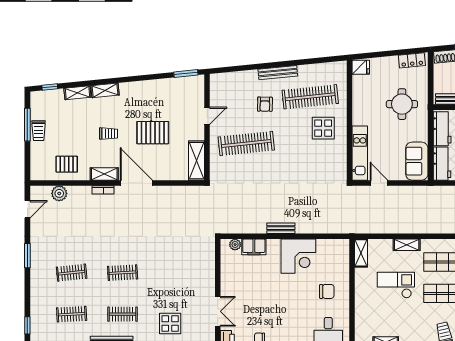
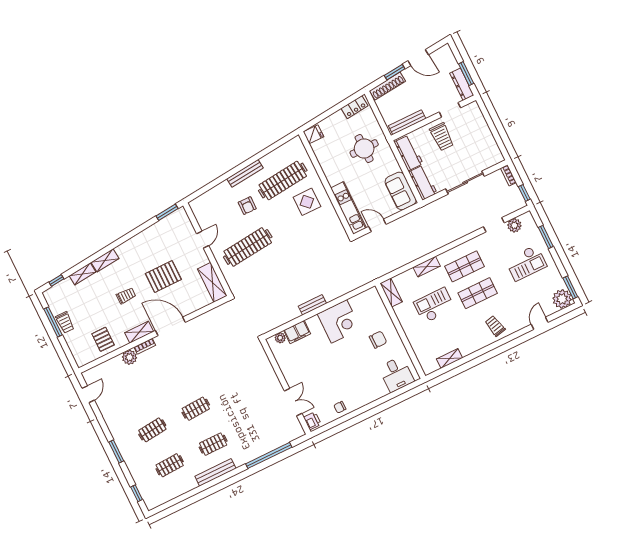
pallet: (67, 164) -> (103, 339), turned 90
plant: (59, 193) -> (129, 357), moved
window: (27, 256) -> (116, 451), moved
display table: (170, 324) -> (258, 432), removed

